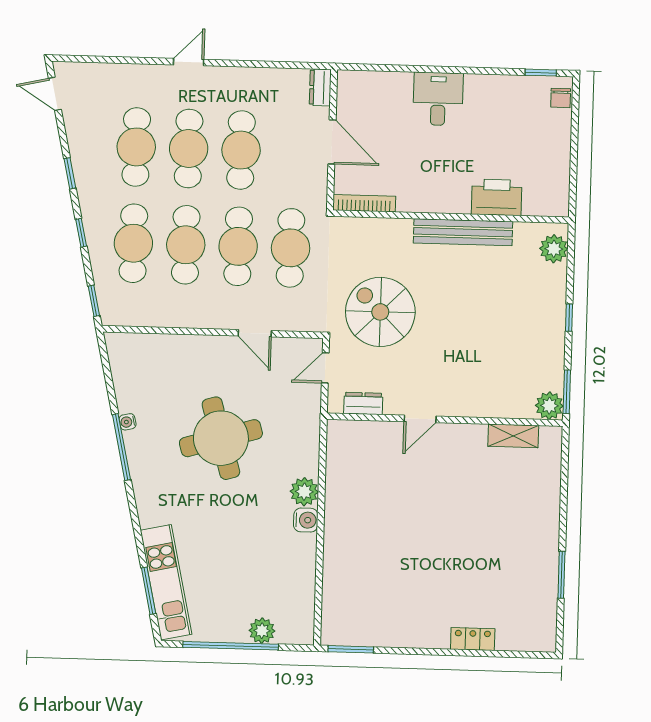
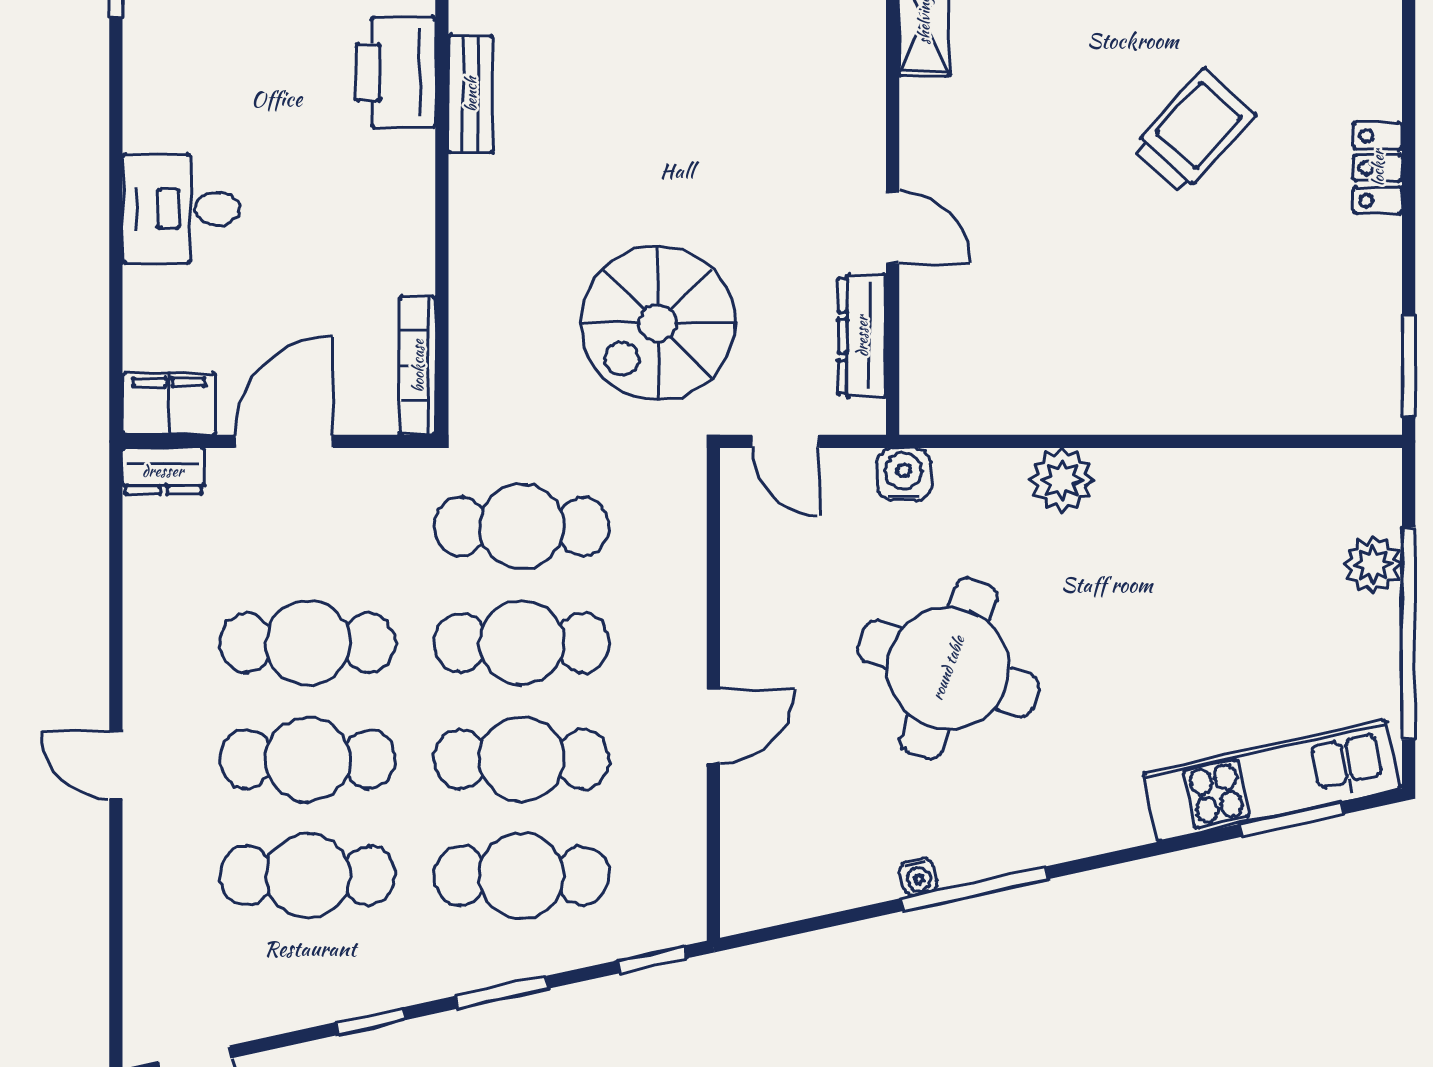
filing cabinet: (350, 91) -> (169, 404), added
bench: (463, 232) -> (471, 94), width x0.54, depth x0.82
window: (81, 233) -> (502, 992), width x1.50
door: (255, 333) -> (713, 726), moved
dresser: (363, 403) -> (862, 336), width x1.44
round table: (221, 438) -> (948, 668), turned 36
water cooler: (306, 520) -> (904, 475), moved
trolley: (459, 556) -> (1193, 131), added
locker: (473, 639) -> (1378, 168), moved

